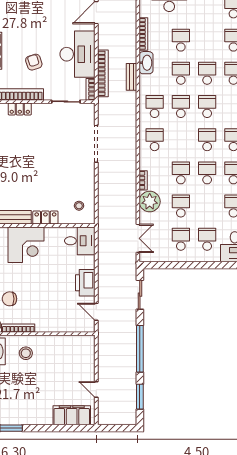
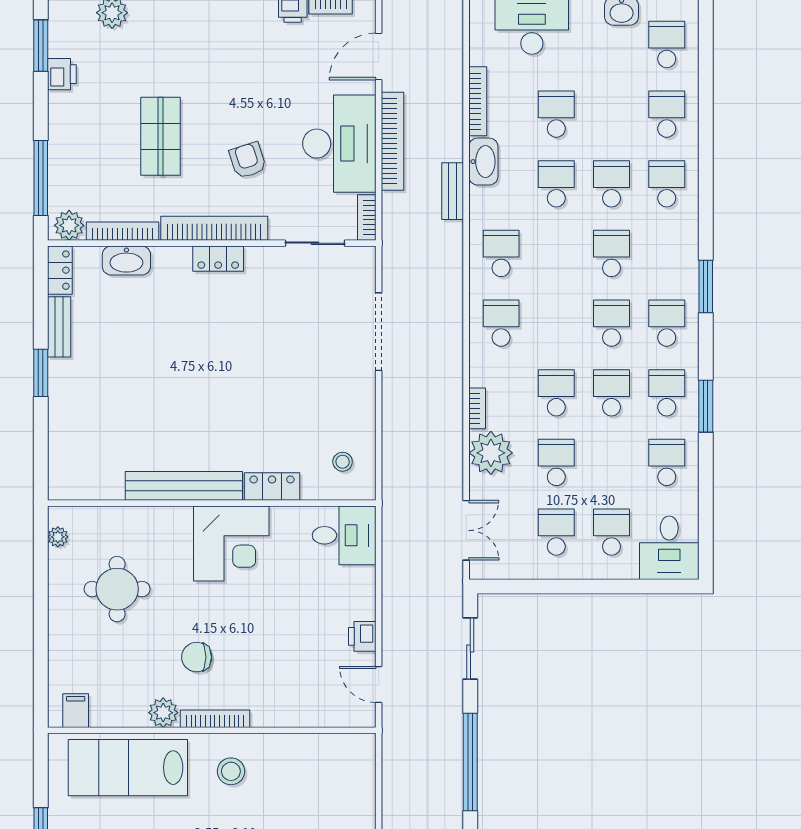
bookcase: (103, 73) -> (393, 141), moved
school desk: (181, 107) -> (556, 253), removed
printer: (85, 283) -> (362, 636), width x0.53, depth x0.68

